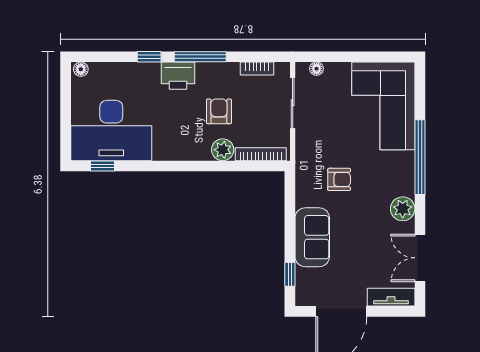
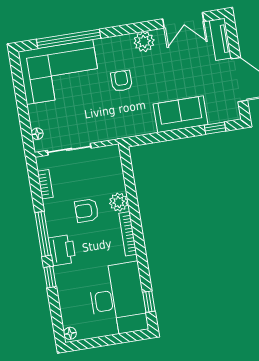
bookcase: (261, 154) -> (128, 234), moved
window: (420, 157) -> (69, 39), moved
armchair: (339, 179) -> (122, 81), moved

